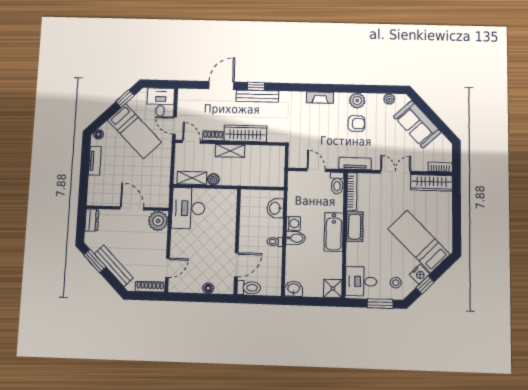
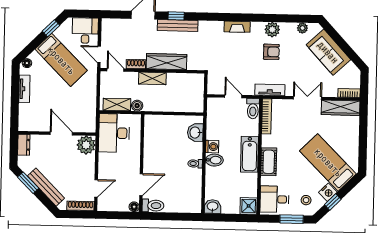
cot: (355, 227) -> (269, 162), moved
wall: (237, 241) -> (142, 163), moved
door: (236, 265) -> (141, 185), moved
toilet: (249, 288) -> (153, 206), moved

